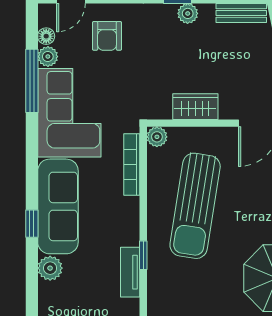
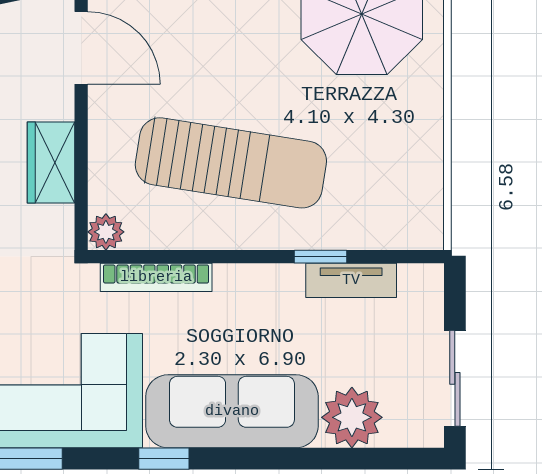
window: (32, 224) -> (164, 459), moved
plant: (50, 268) -> (352, 417), width x1.36, depth x1.36

